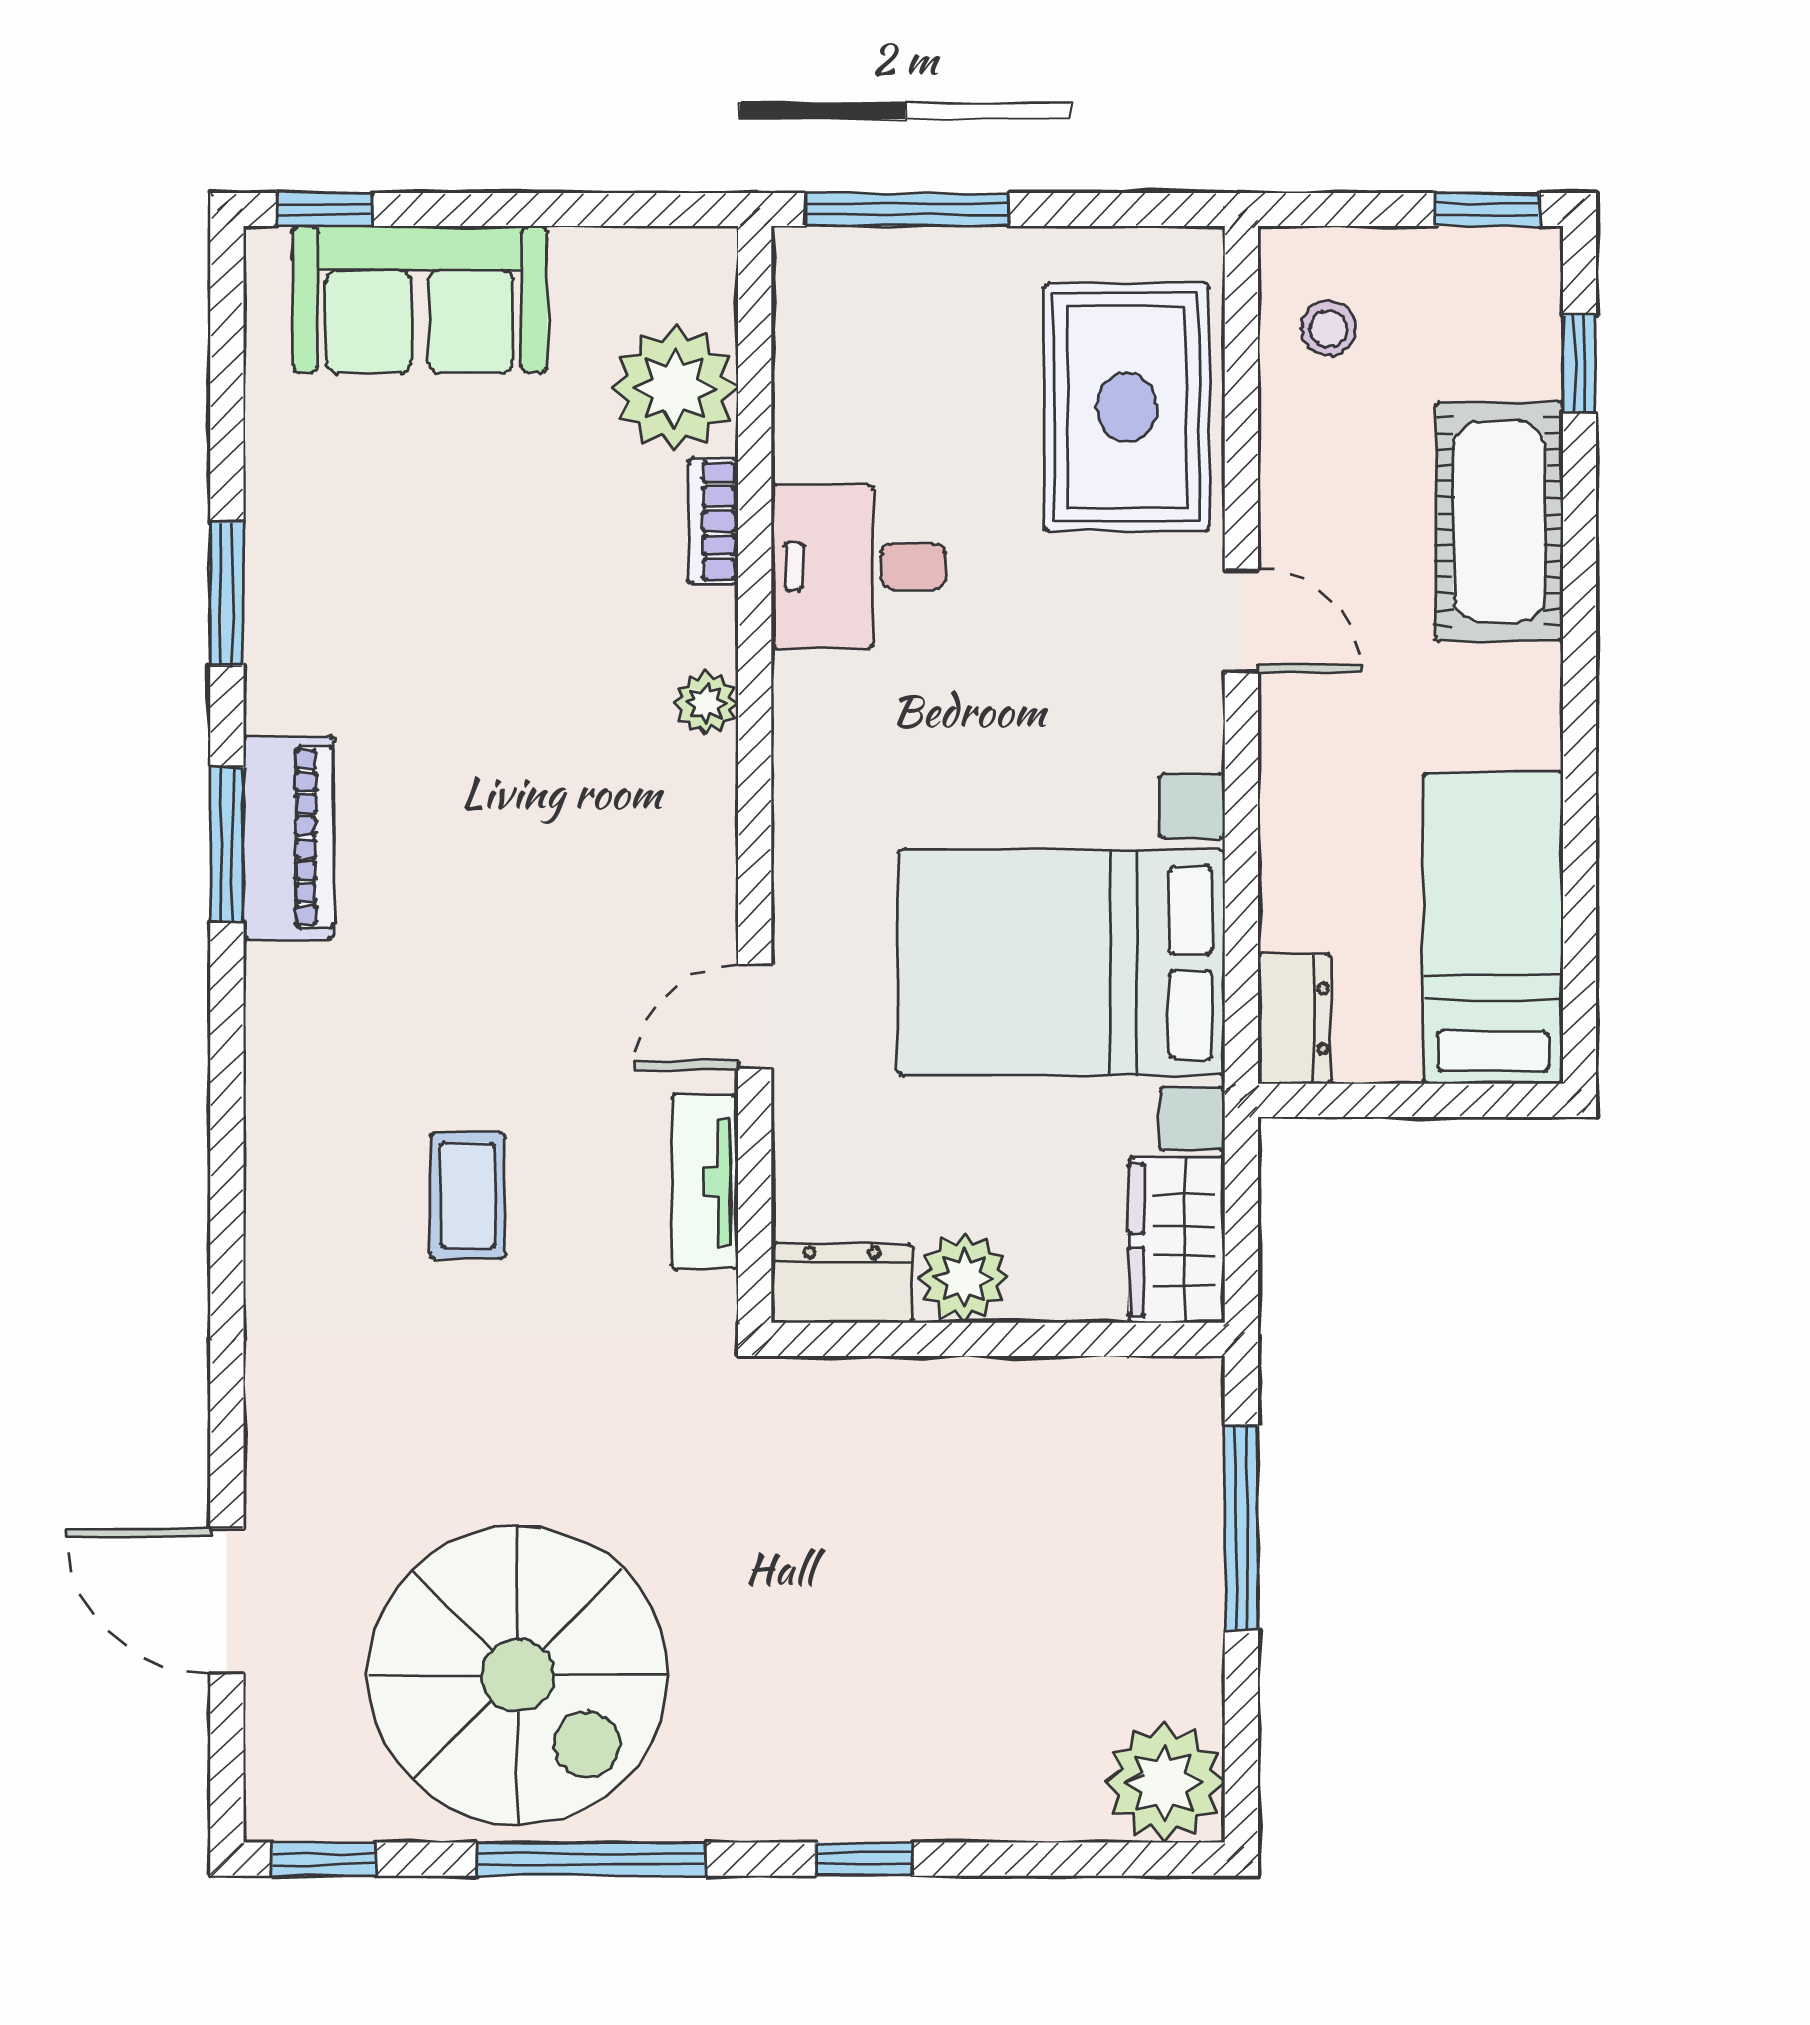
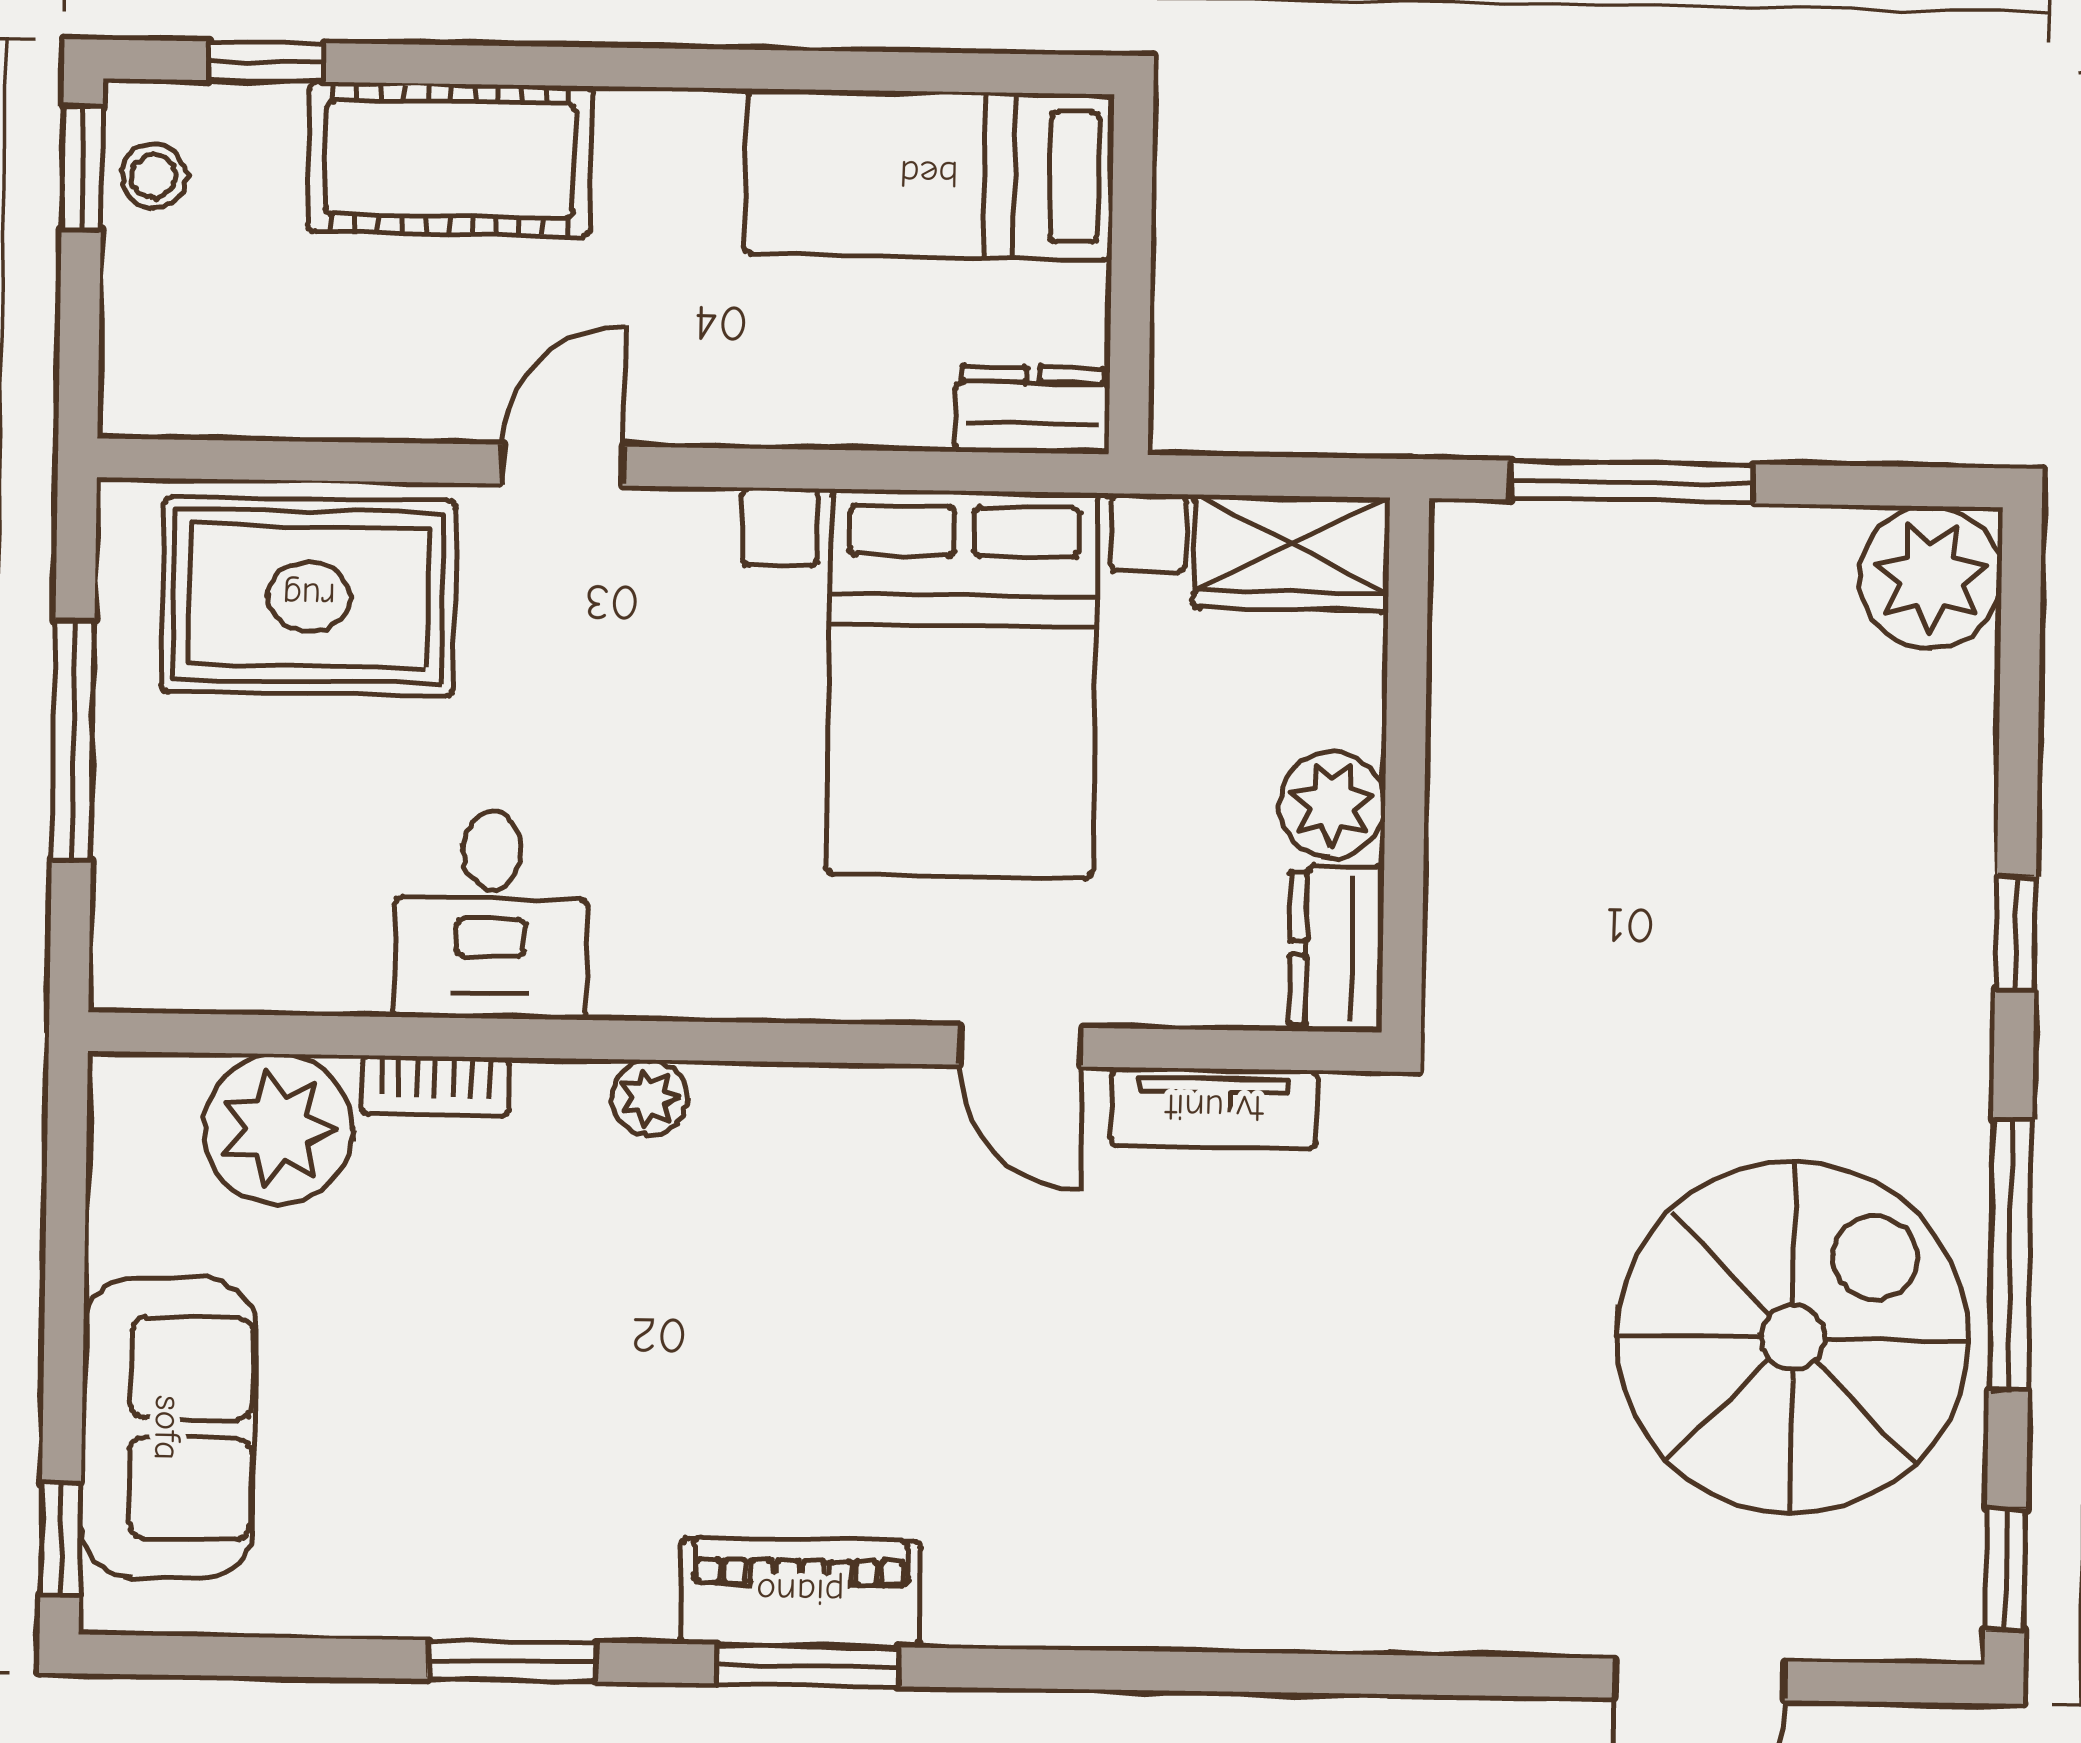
window: (907, 209) -> (73, 740), moved
stool: (1329, 328) -> (153, 176), moved
coffee table: (467, 1196) -> (1226, 1388), removed

